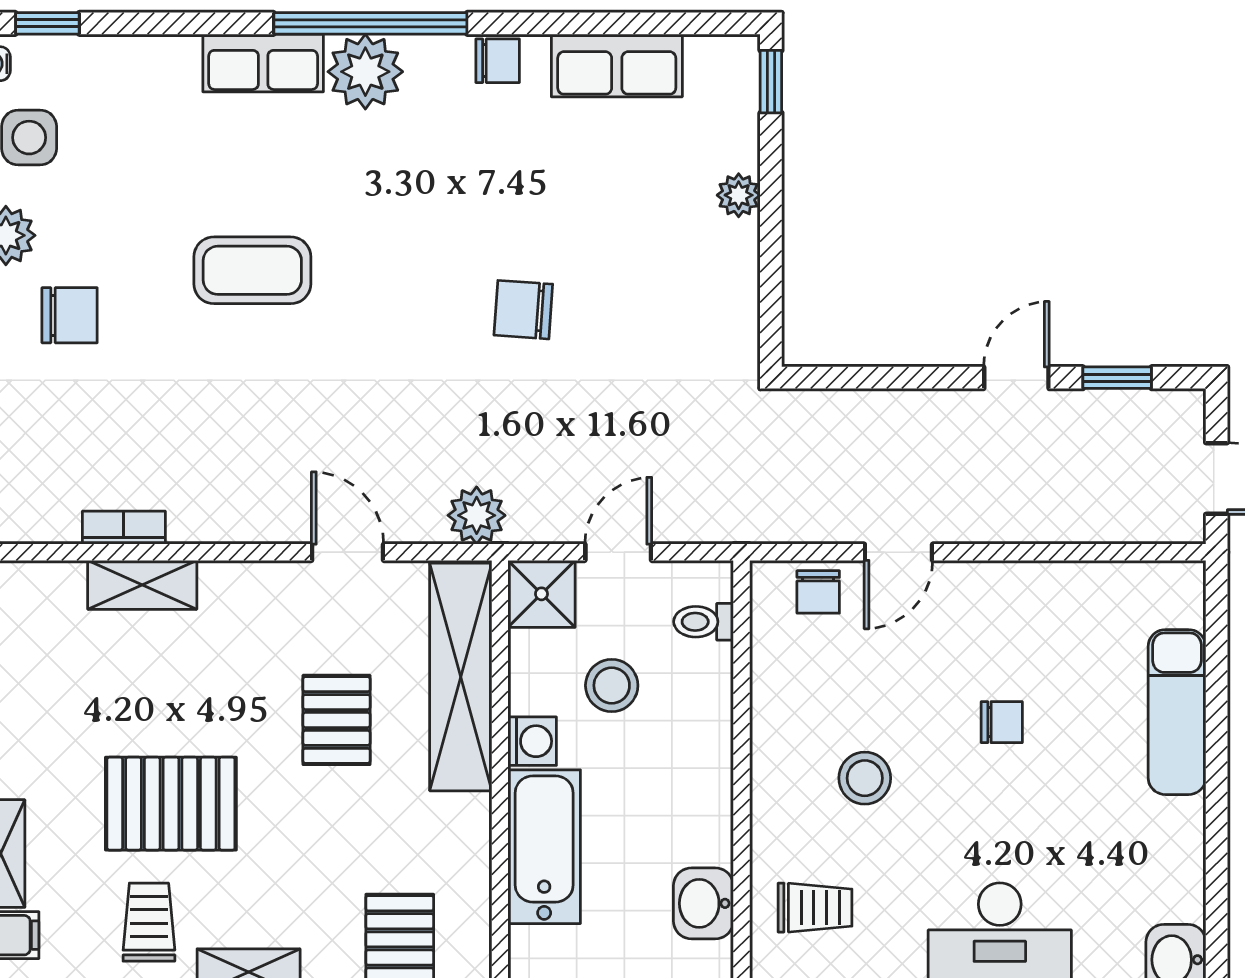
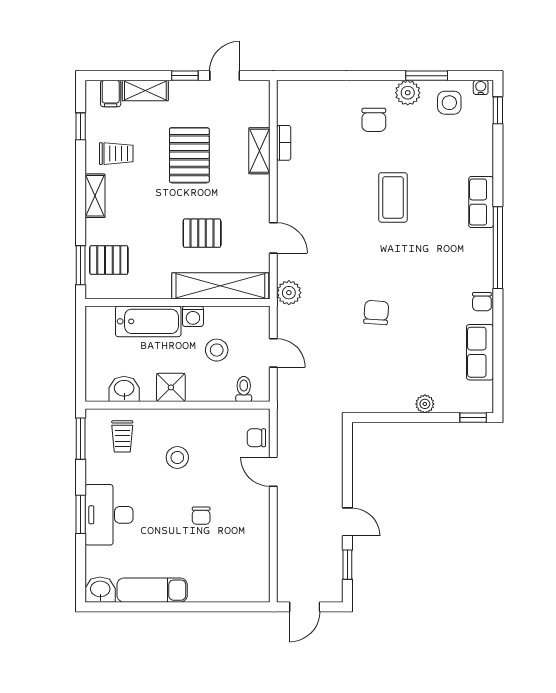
plant: (365, 72) -> (477, 245), removed
door: (348, 552) -> (273, 238), hinge flipped
shower: (541, 594) -> (171, 387), moved
exam couch: (1177, 712) -> (152, 590), moved
pallet: (171, 804) -> (189, 155), moved

